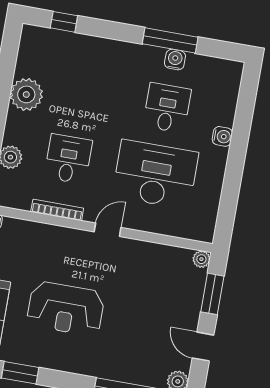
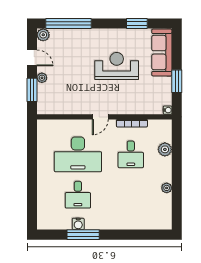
window: (64, 22) -> (147, 235), removed
plant: (26, 94) -> (167, 188), width x0.53, depth x0.53
water cooler: (222, 136) -> (42, 184), removed
plant: (201, 259) -> (42, 78), moved

